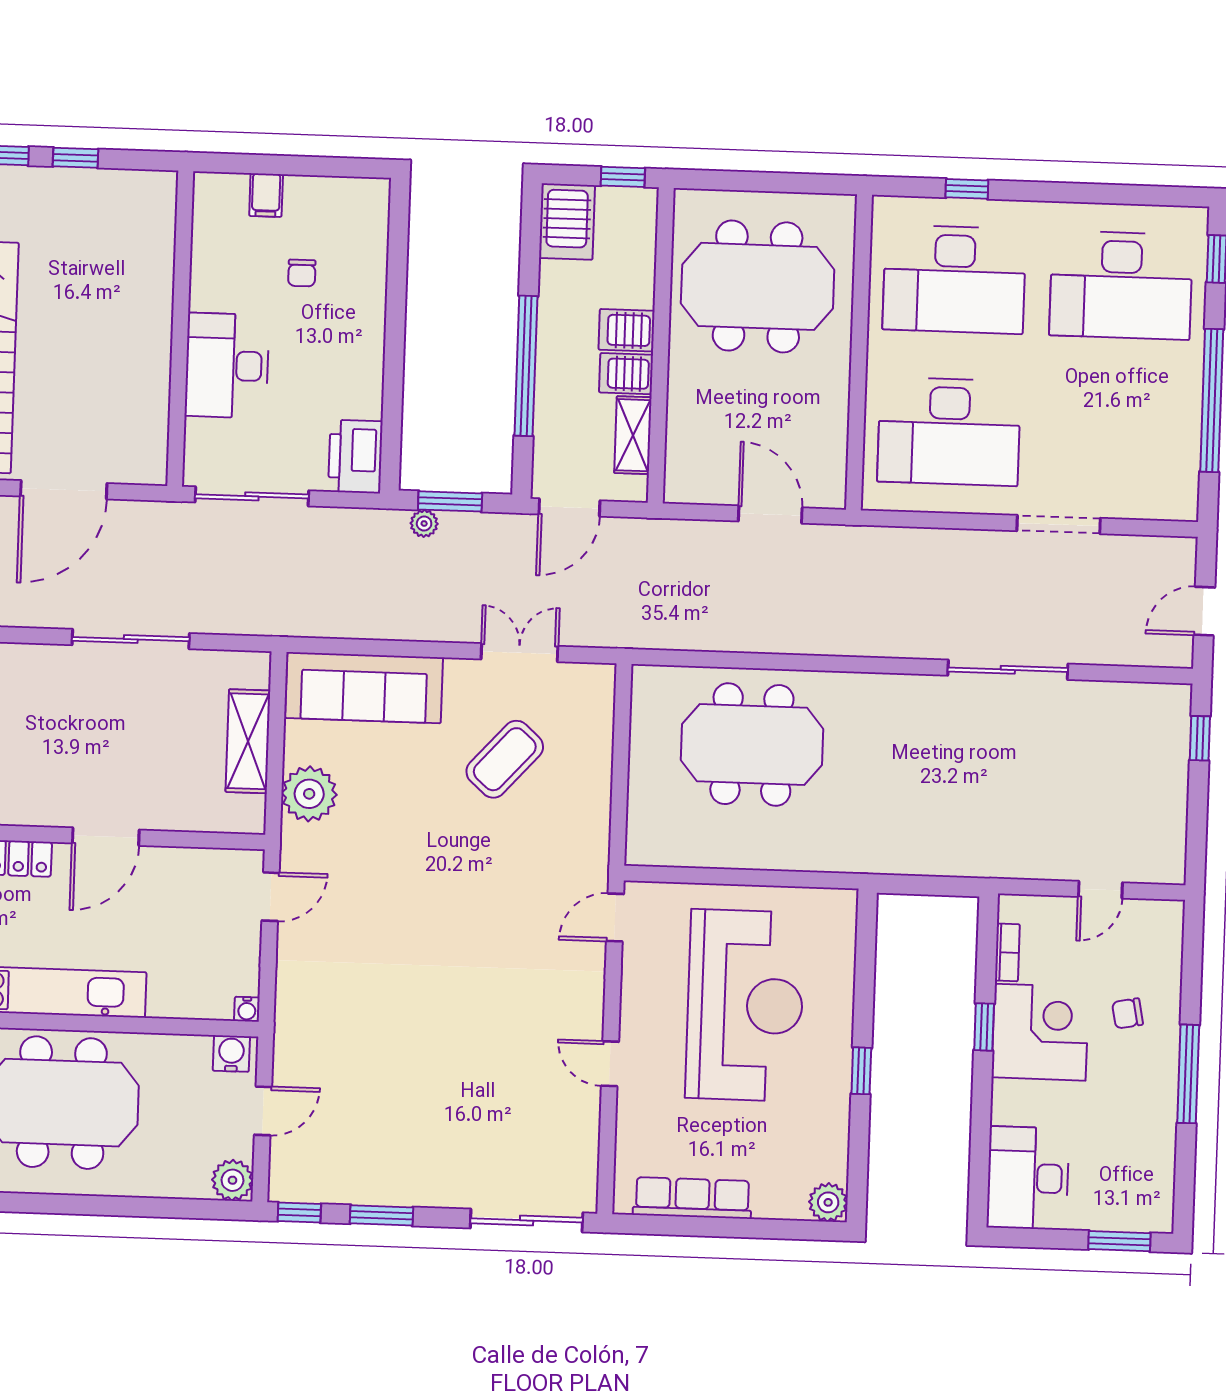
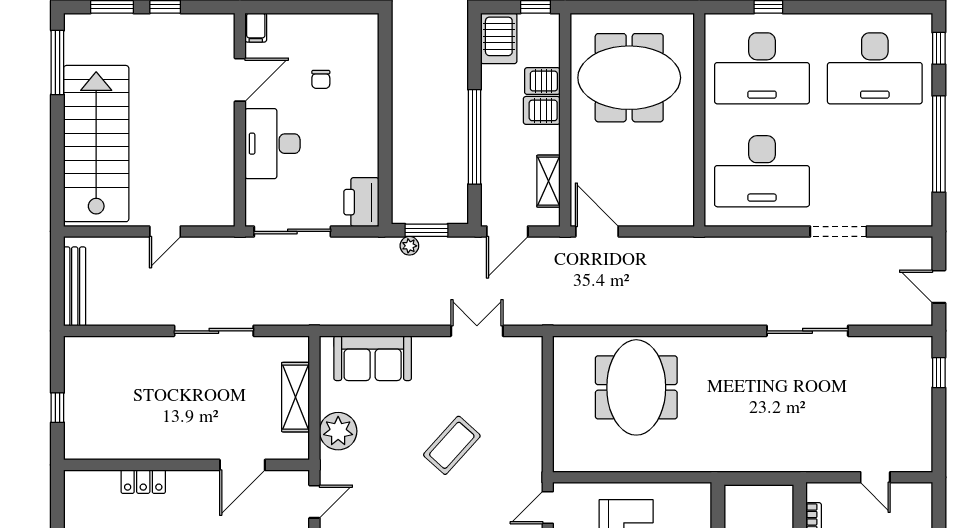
filing cabinet: (266, 195) -> (256, 28), moved
door: (182, 270) -> (240, 80), added
server rack: (626, 374) -> (542, 81), moved
door: (64, 490) -> (165, 231), width x0.53
door: (770, 514) -> (597, 231), moved
door: (1204, 611) -> (939, 287), hinge flipped
sofa: (364, 688) -> (373, 358), width x0.73
meeting table: (752, 745) -> (636, 387), turned 90
coffee table: (505, 759) -> (452, 445), moved
door: (106, 837) -> (242, 465), moved
door: (1100, 890) -> (875, 477), hinge flipped

